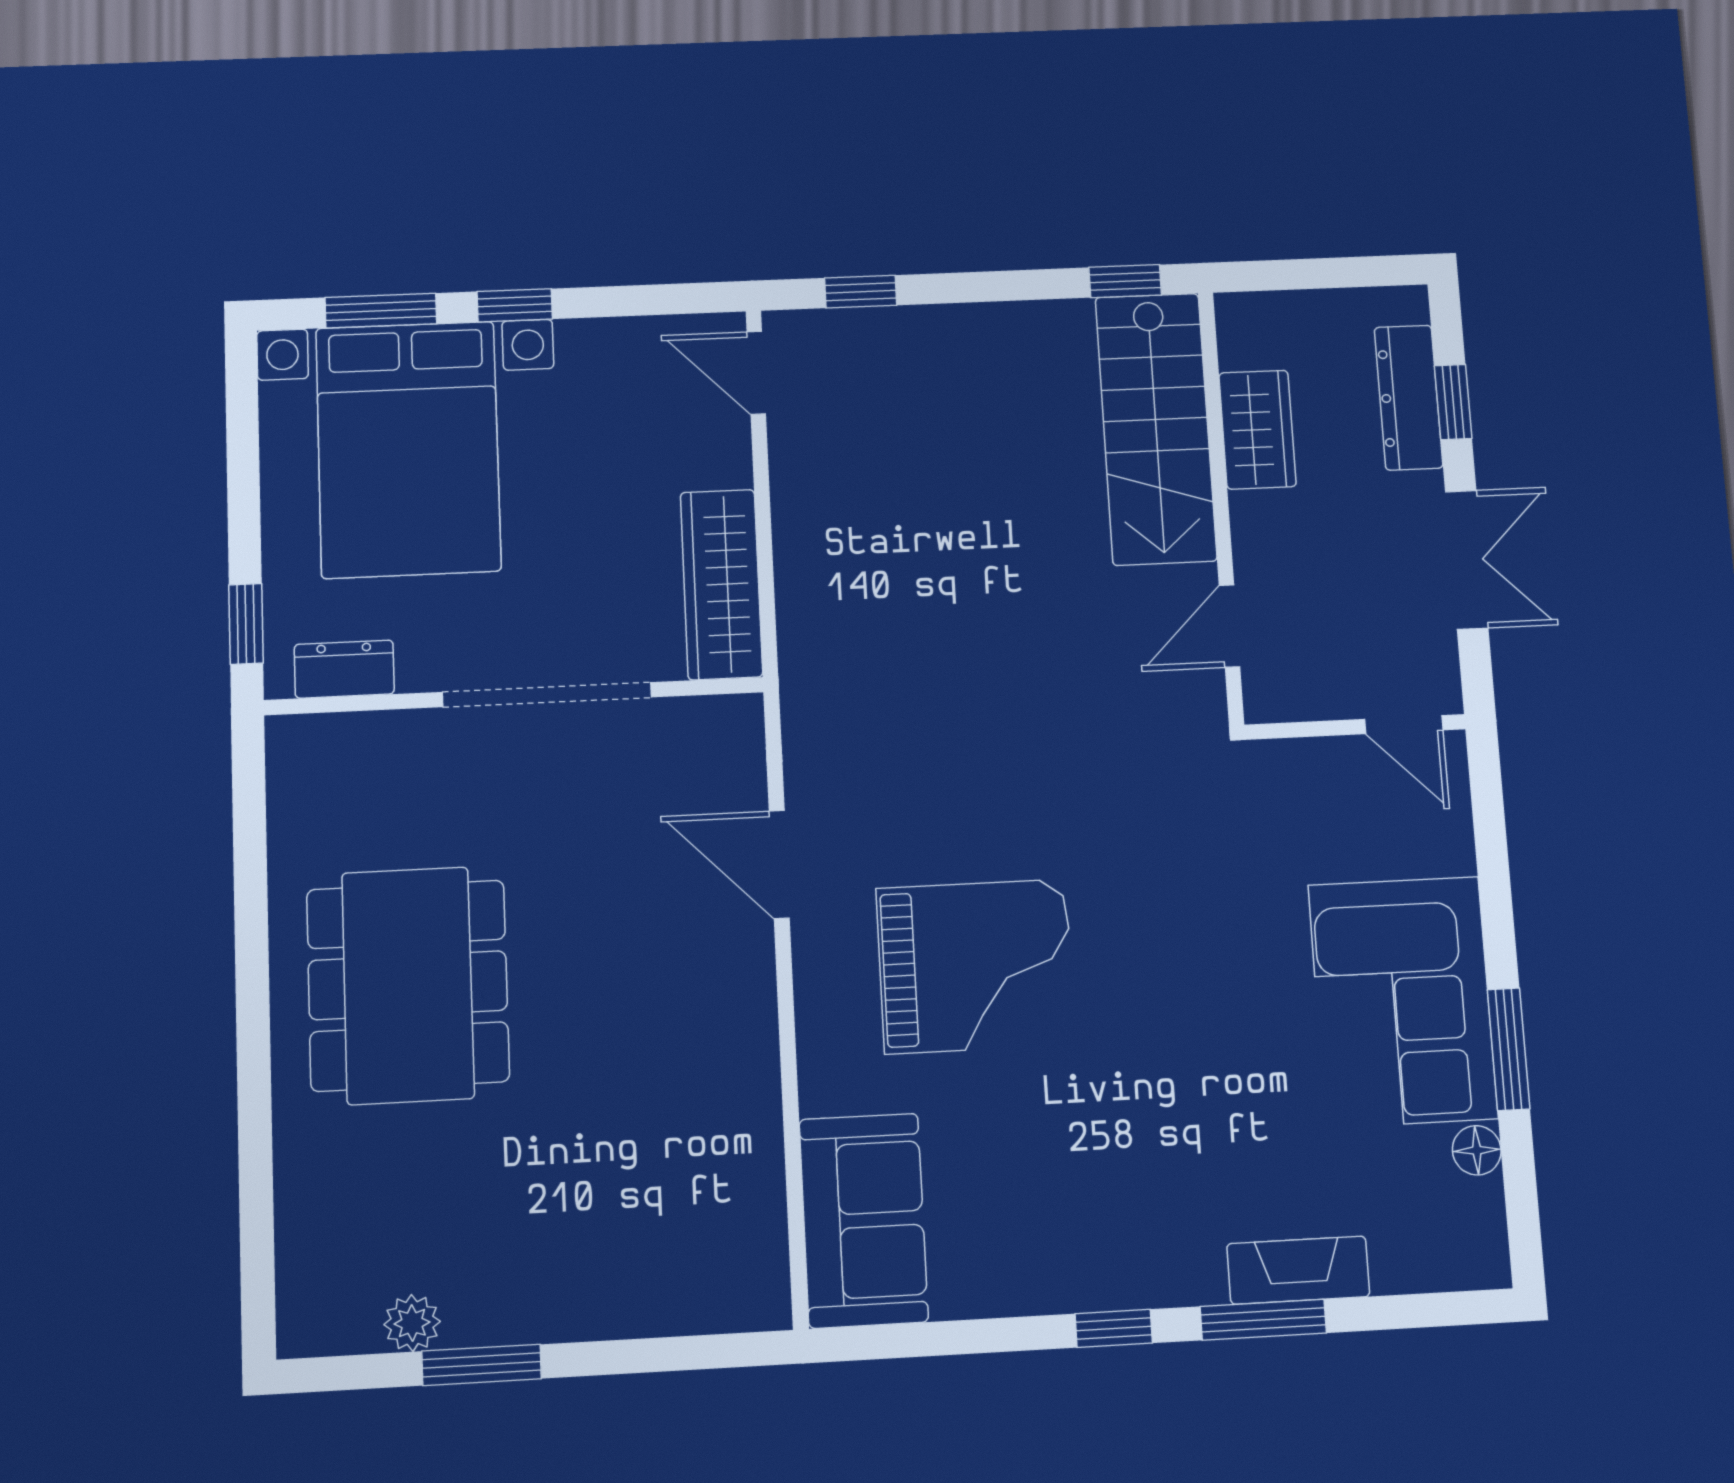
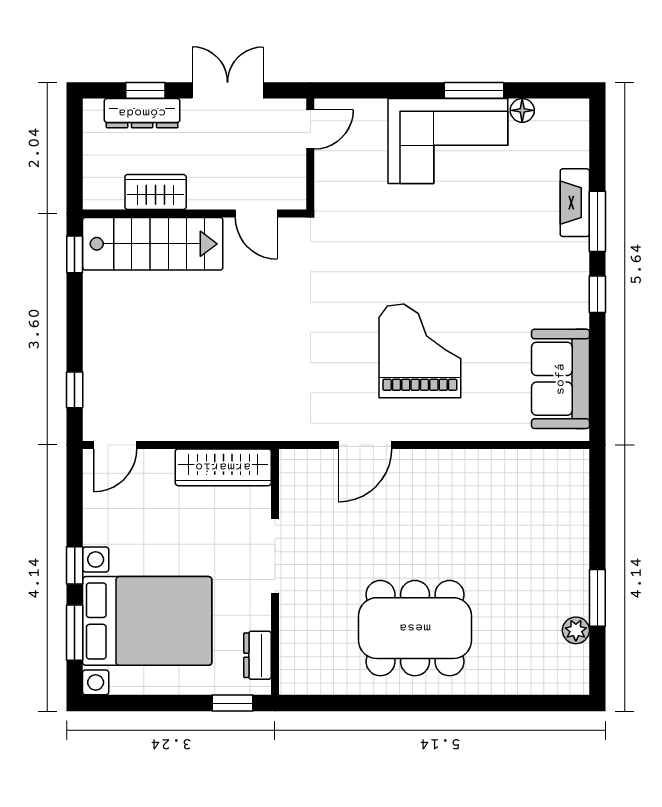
doorway: (547, 695) -> (275, 556), width x0.73
sofa: (864, 1220) -> (560, 379), moved, turned -90

